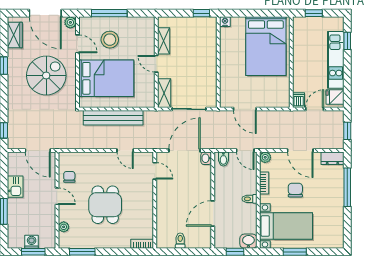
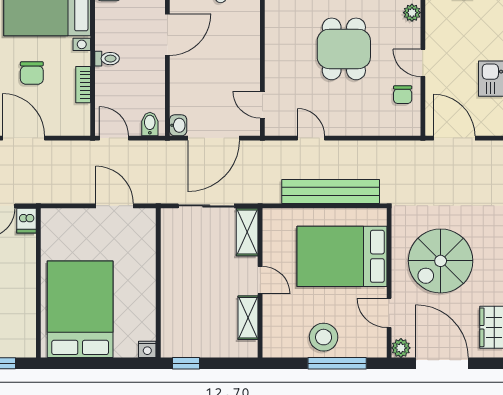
stool: (110, 40) -> (324, 337), moved
plant: (265, 157) -> (81, 127), removed

